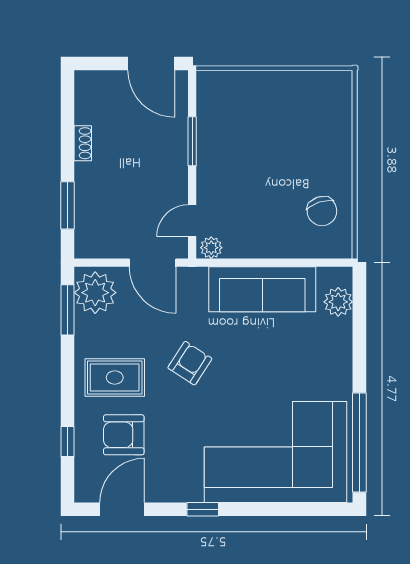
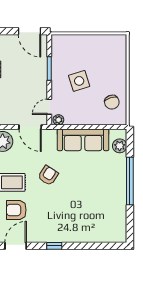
side table: (254, 167) -> (79, 81), added
window: (359, 442) -> (130, 181), moved
corner sofa: (275, 452) -> (89, 218), removed

